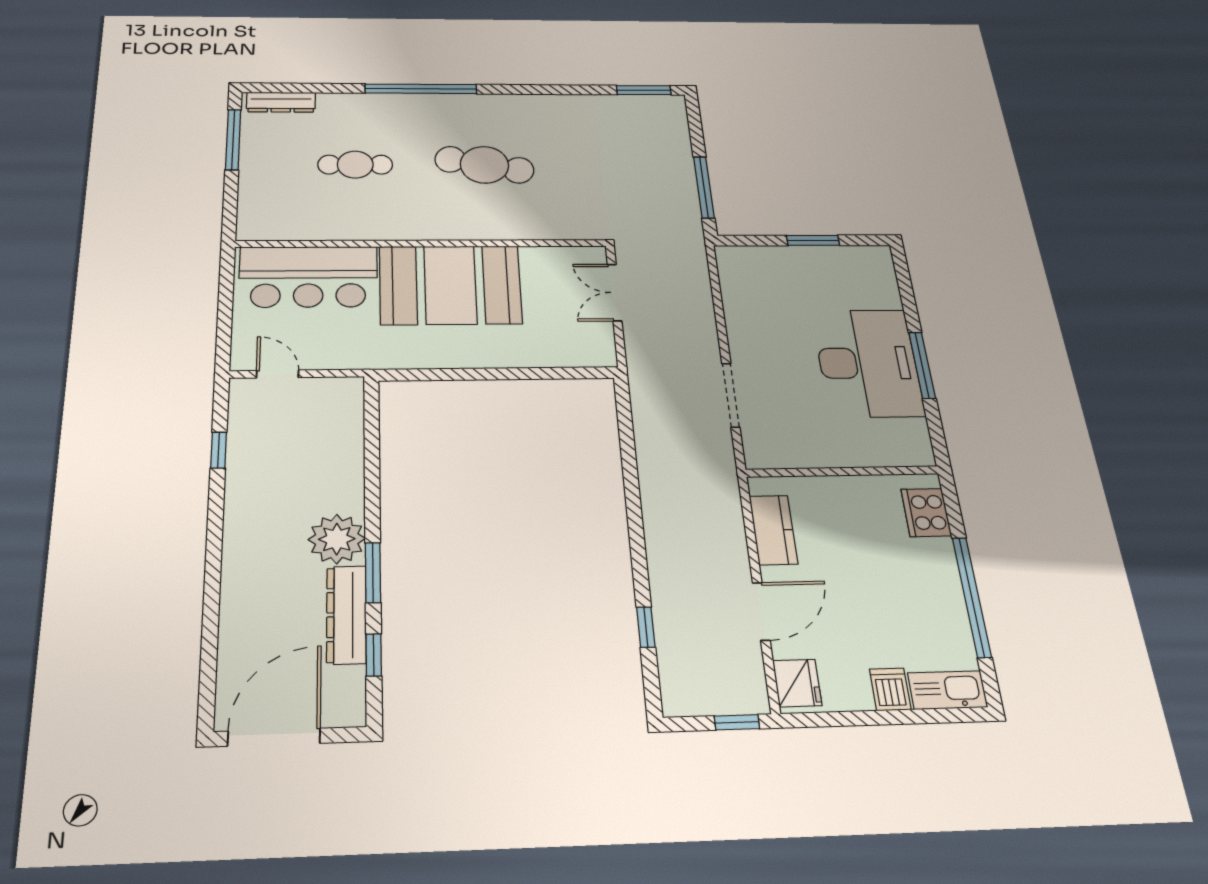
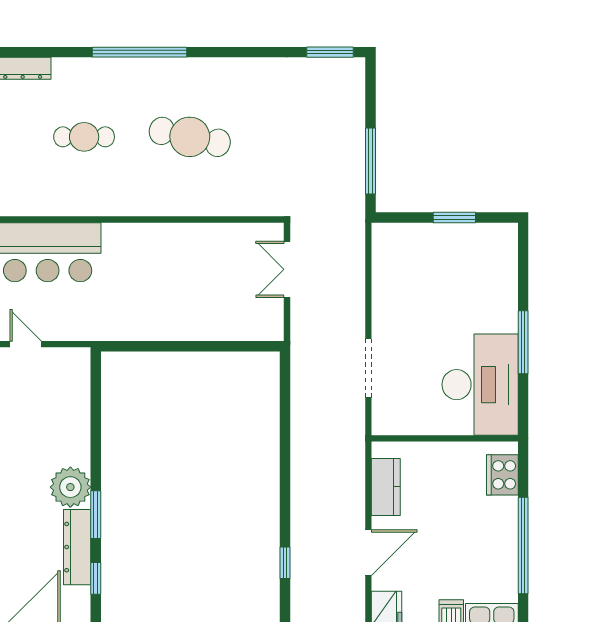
booth: (450, 285) -> (158, 261), removed
desk: (868, 363) -> (480, 385), moved

